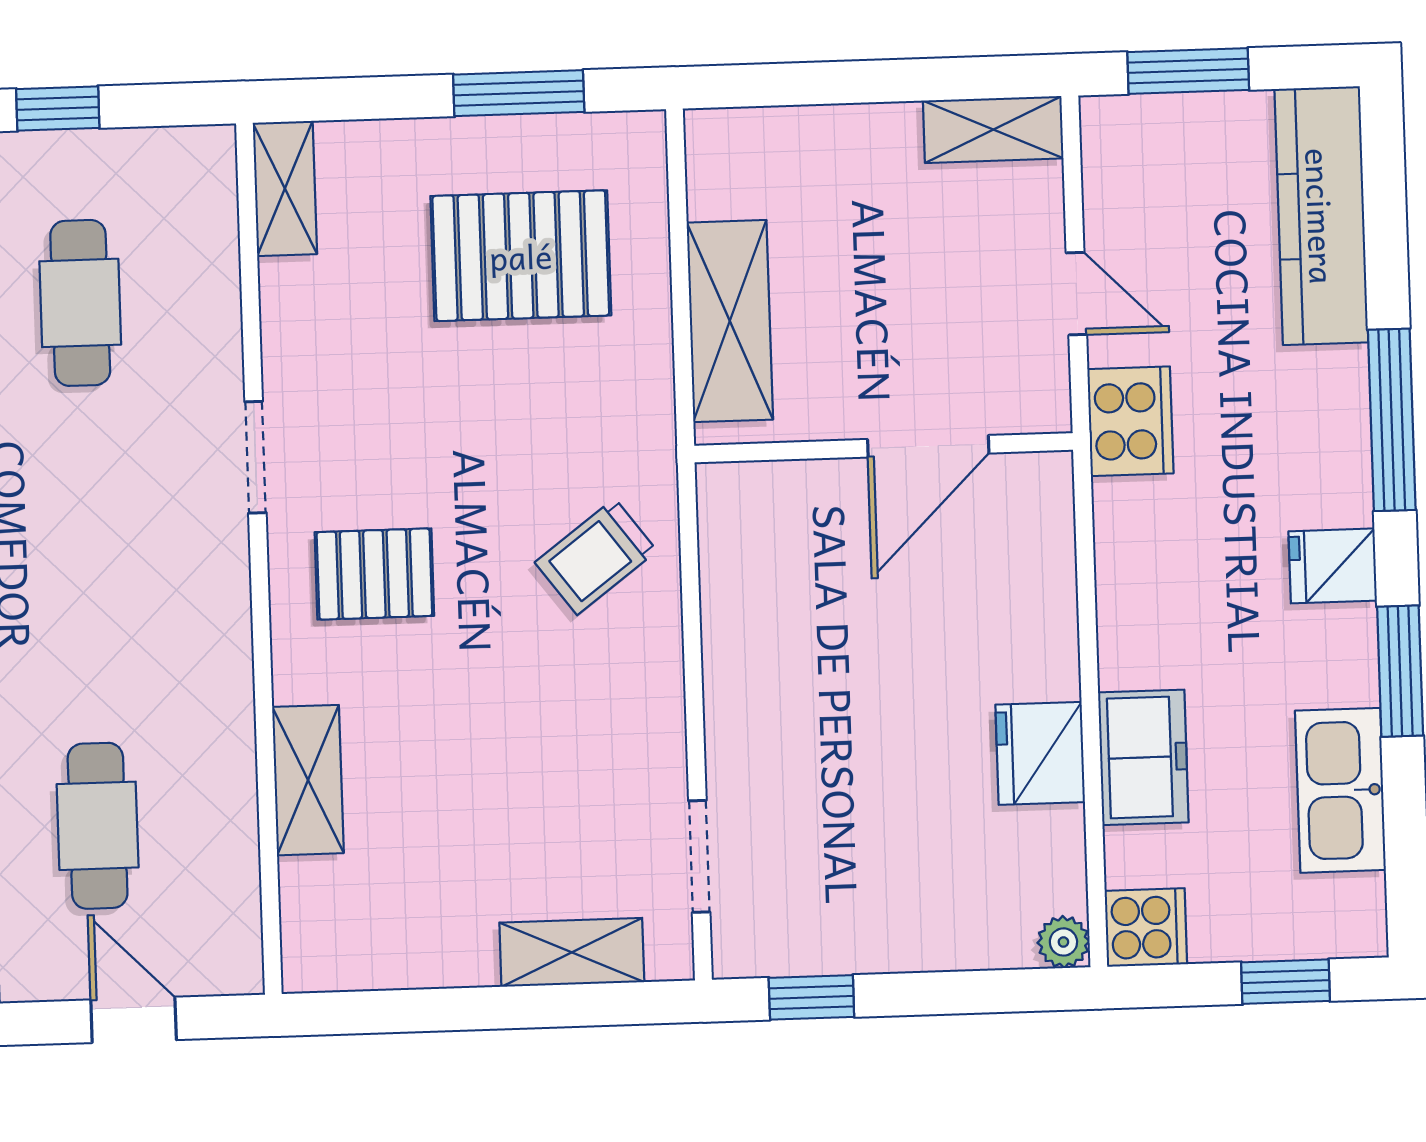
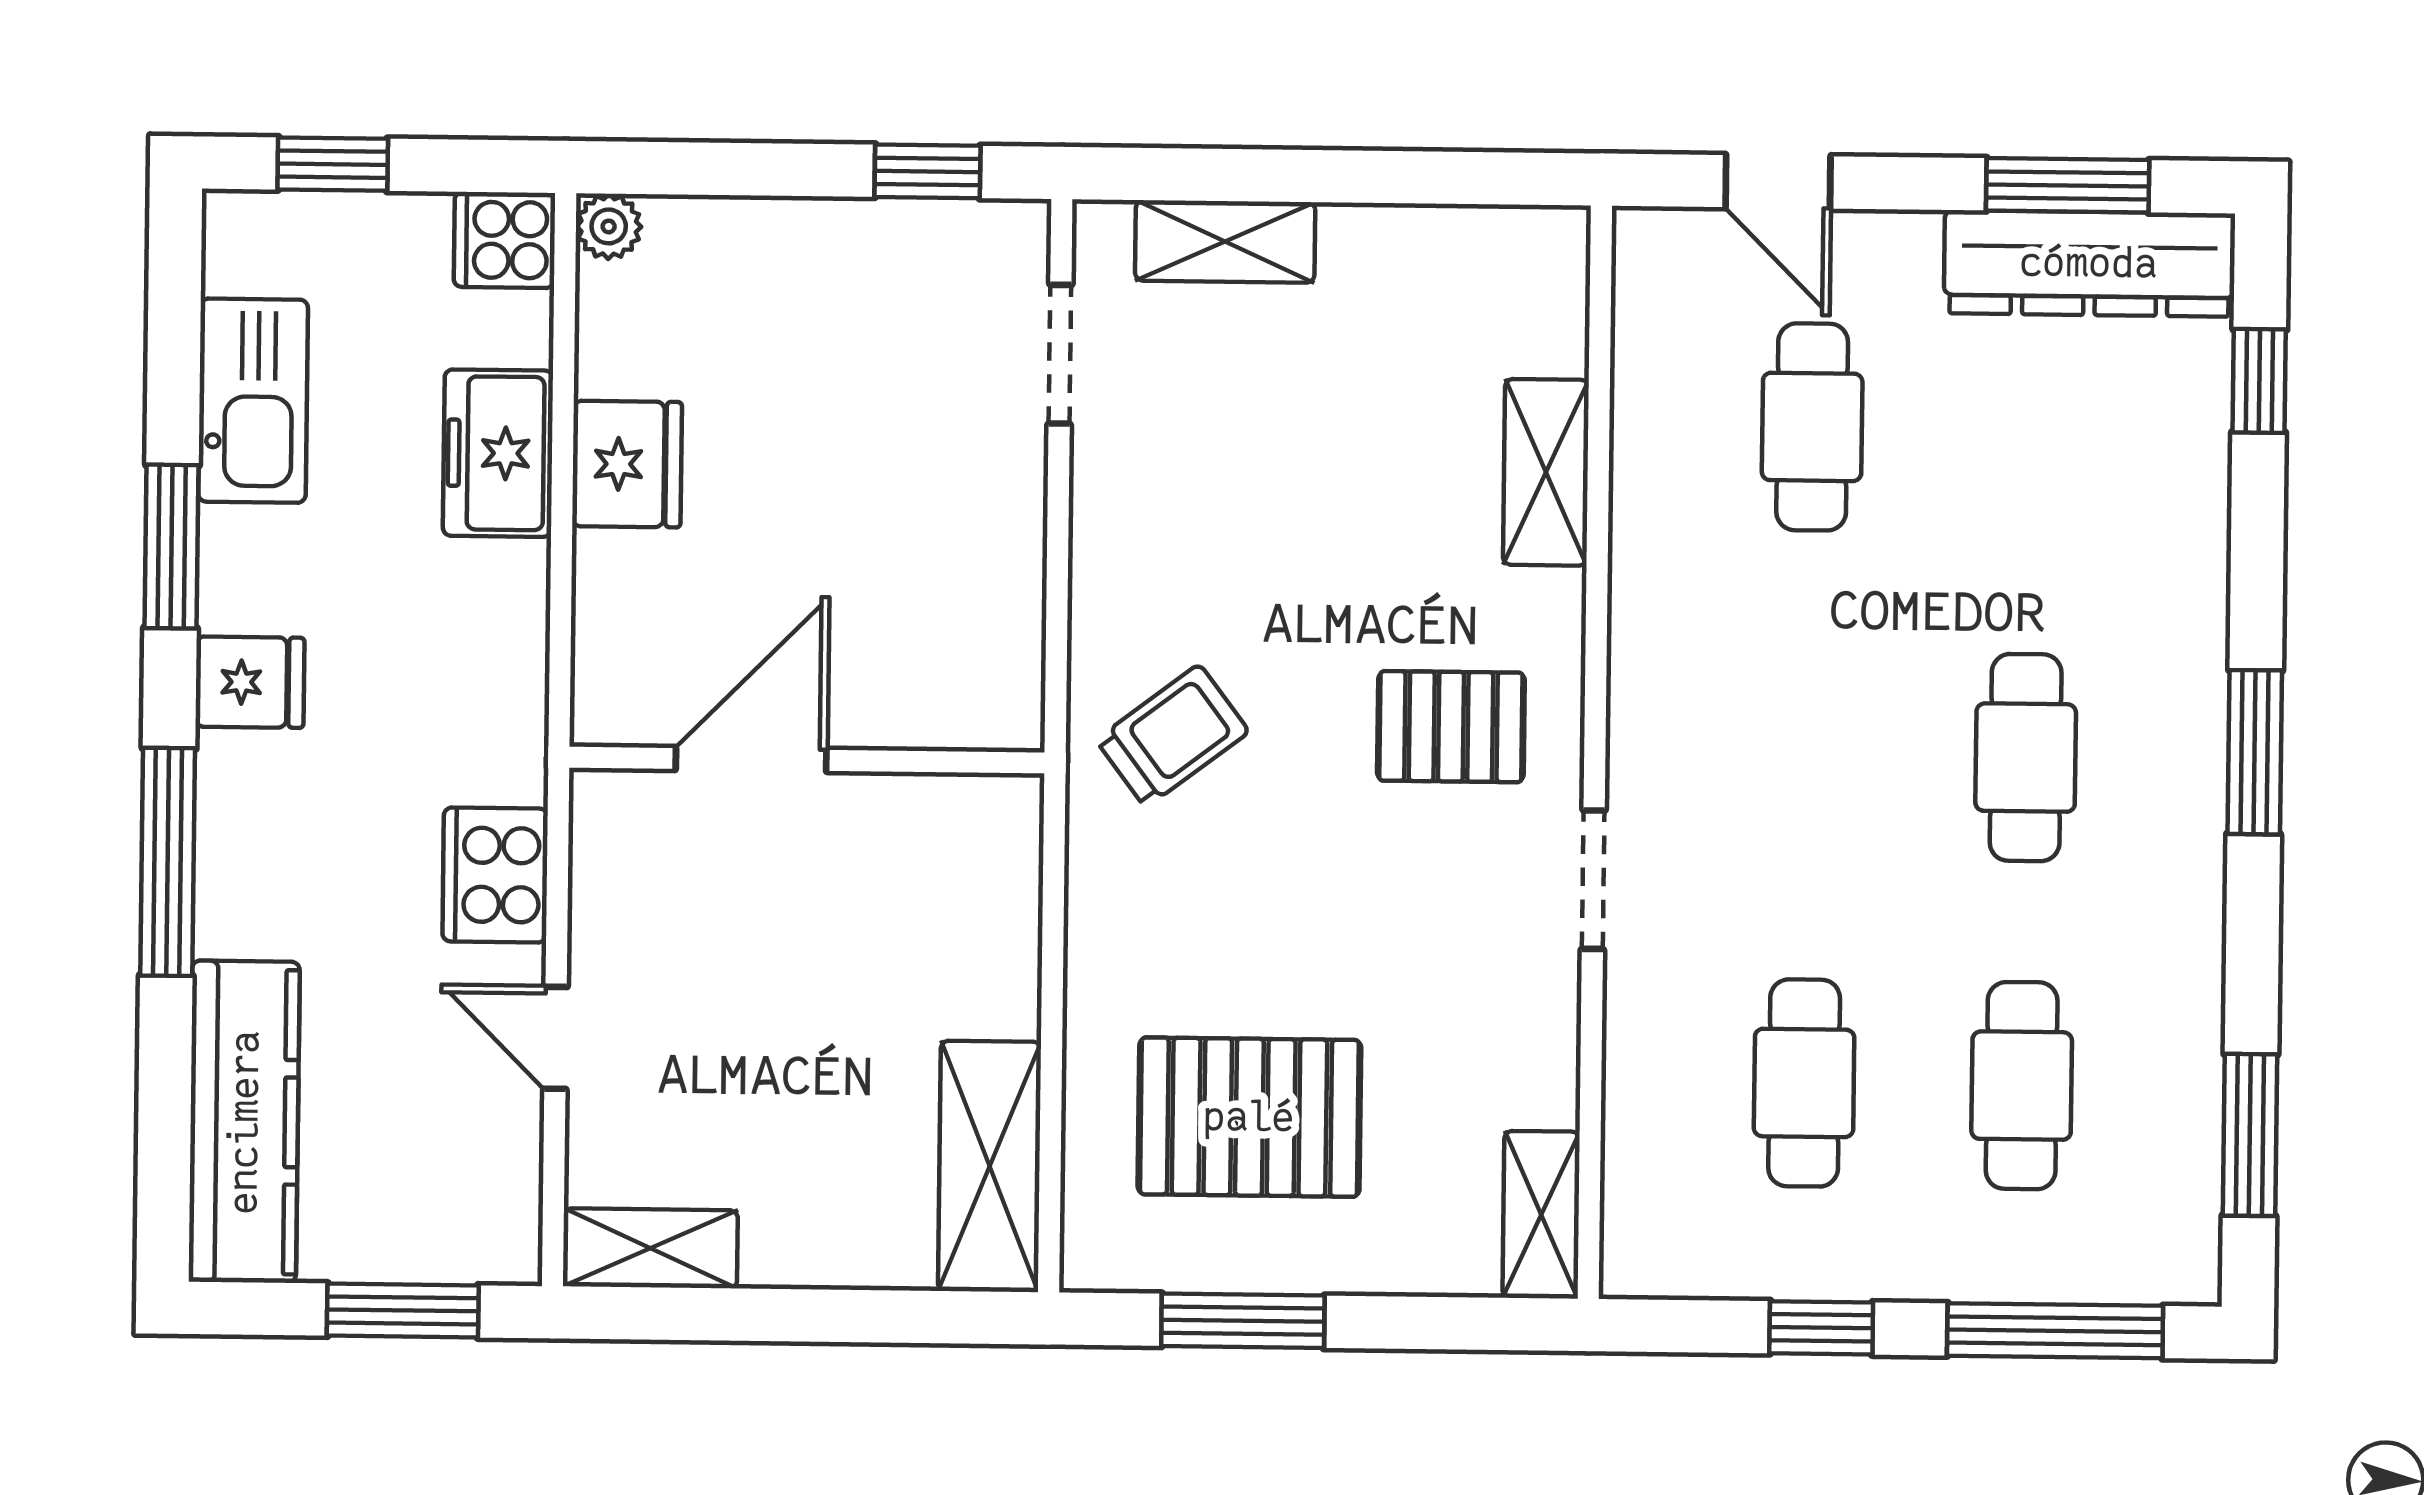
shelving: (730, 321) -> (990, 1166), moved
door: (928, 446) -> (751, 759), moved
wall: (884, 448) -> (807, 760), moved

